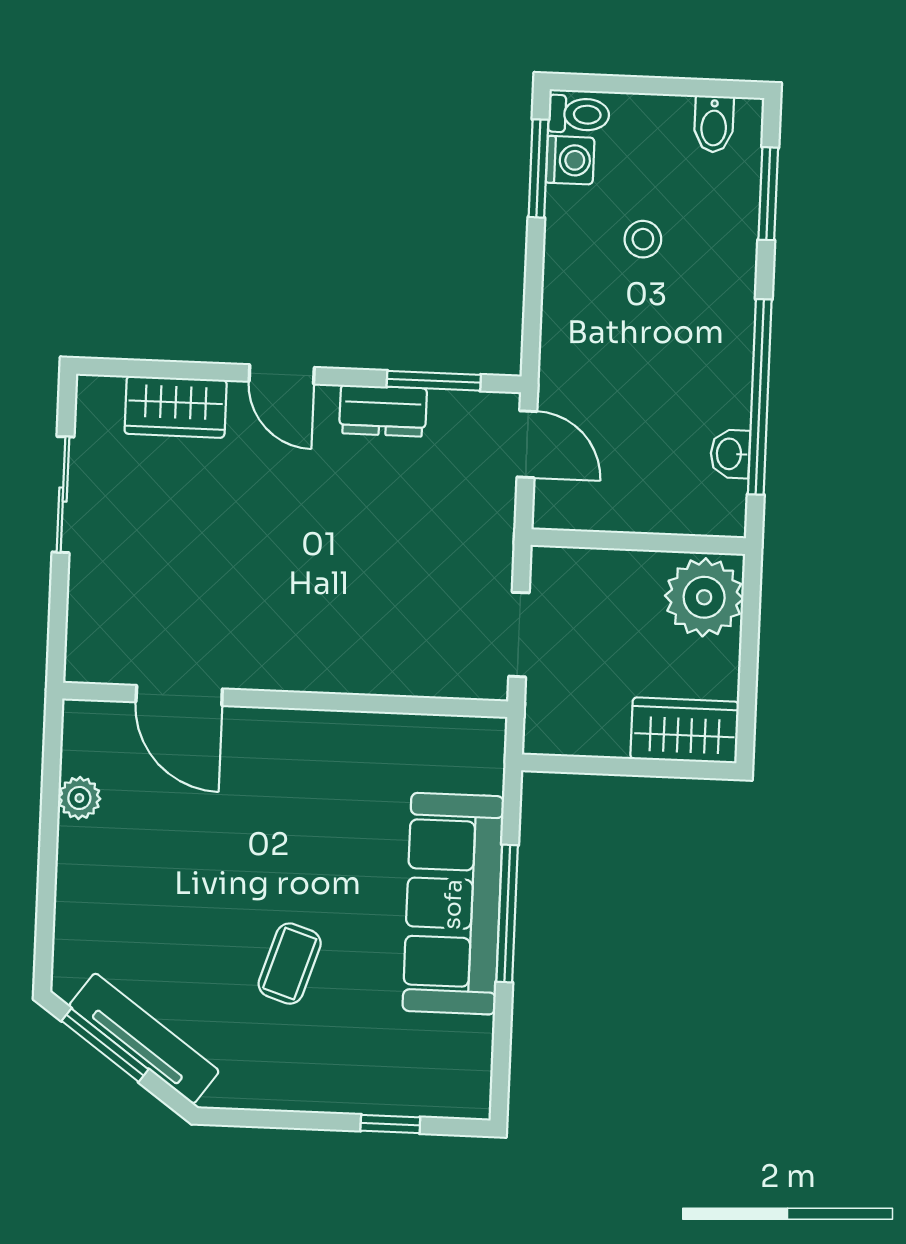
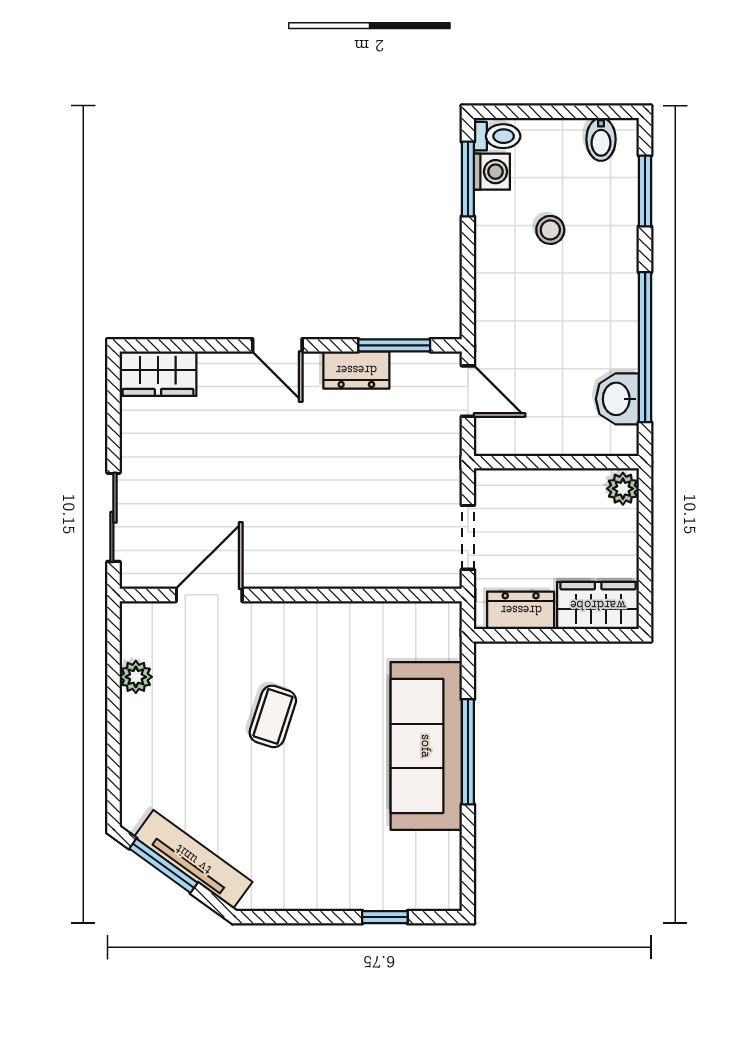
wardrobe: (176, 407) -> (158, 374), moved
washbasin: (730, 454) -> (617, 399), width x1.38, depth x1.45
sliding door: (63, 495) -> (113, 517), moved
plant: (704, 597) -> (623, 489), width x0.53, depth x0.53
door: (179, 695) -> (209, 595), swing flipped
dresser: (583, 732) -> (521, 610), added
coffee table: (290, 964) -> (273, 716), moved

